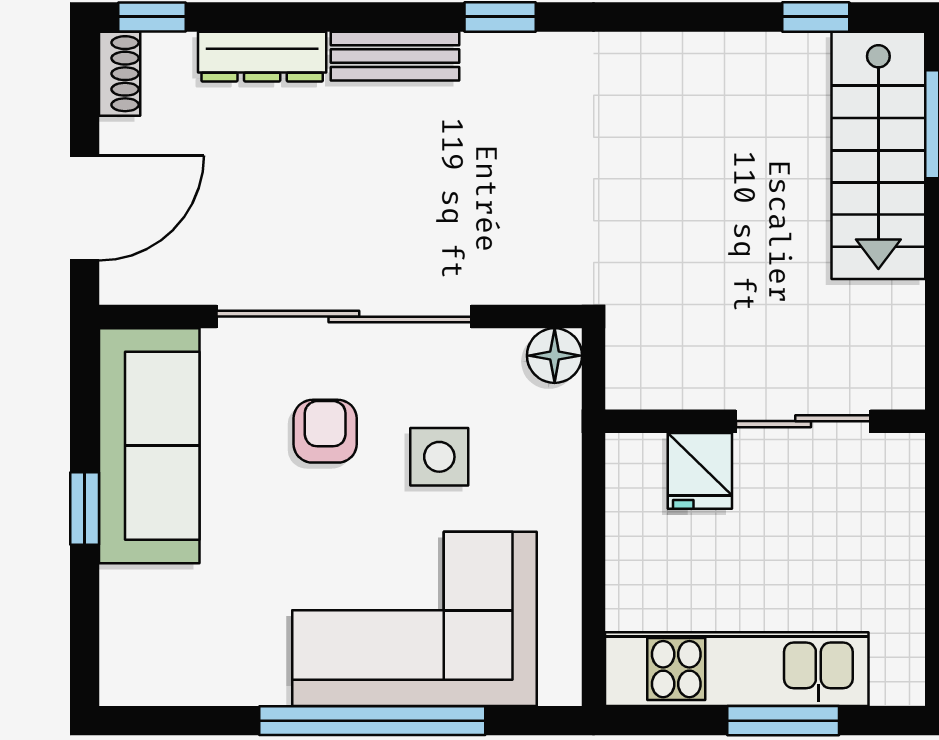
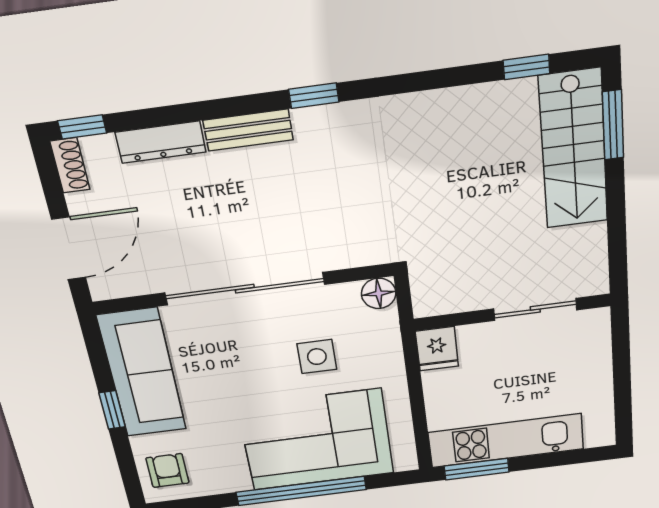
armchair: (325, 431) -> (167, 471), moved
fridge: (700, 471) -> (437, 349), moved
window: (783, 721) -> (477, 469), moved

